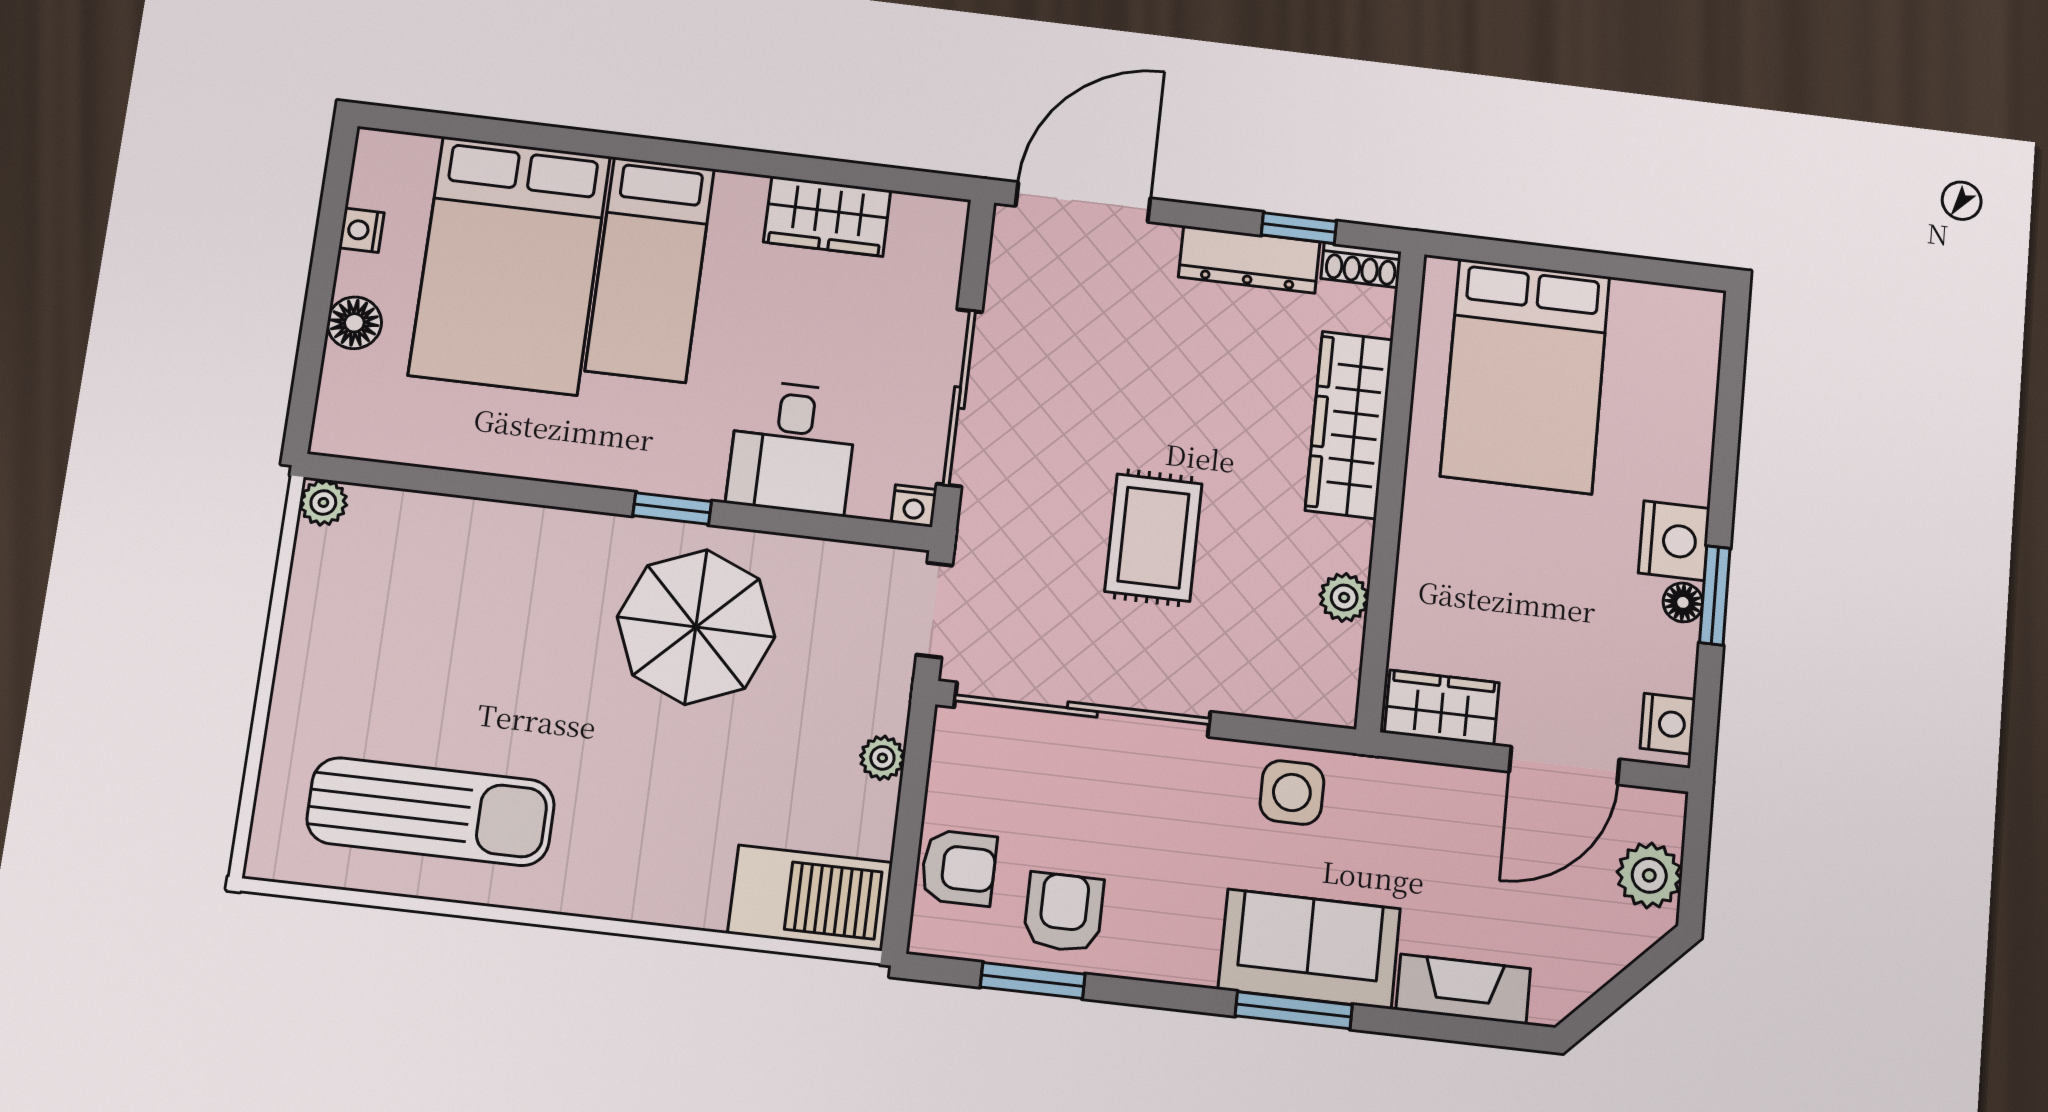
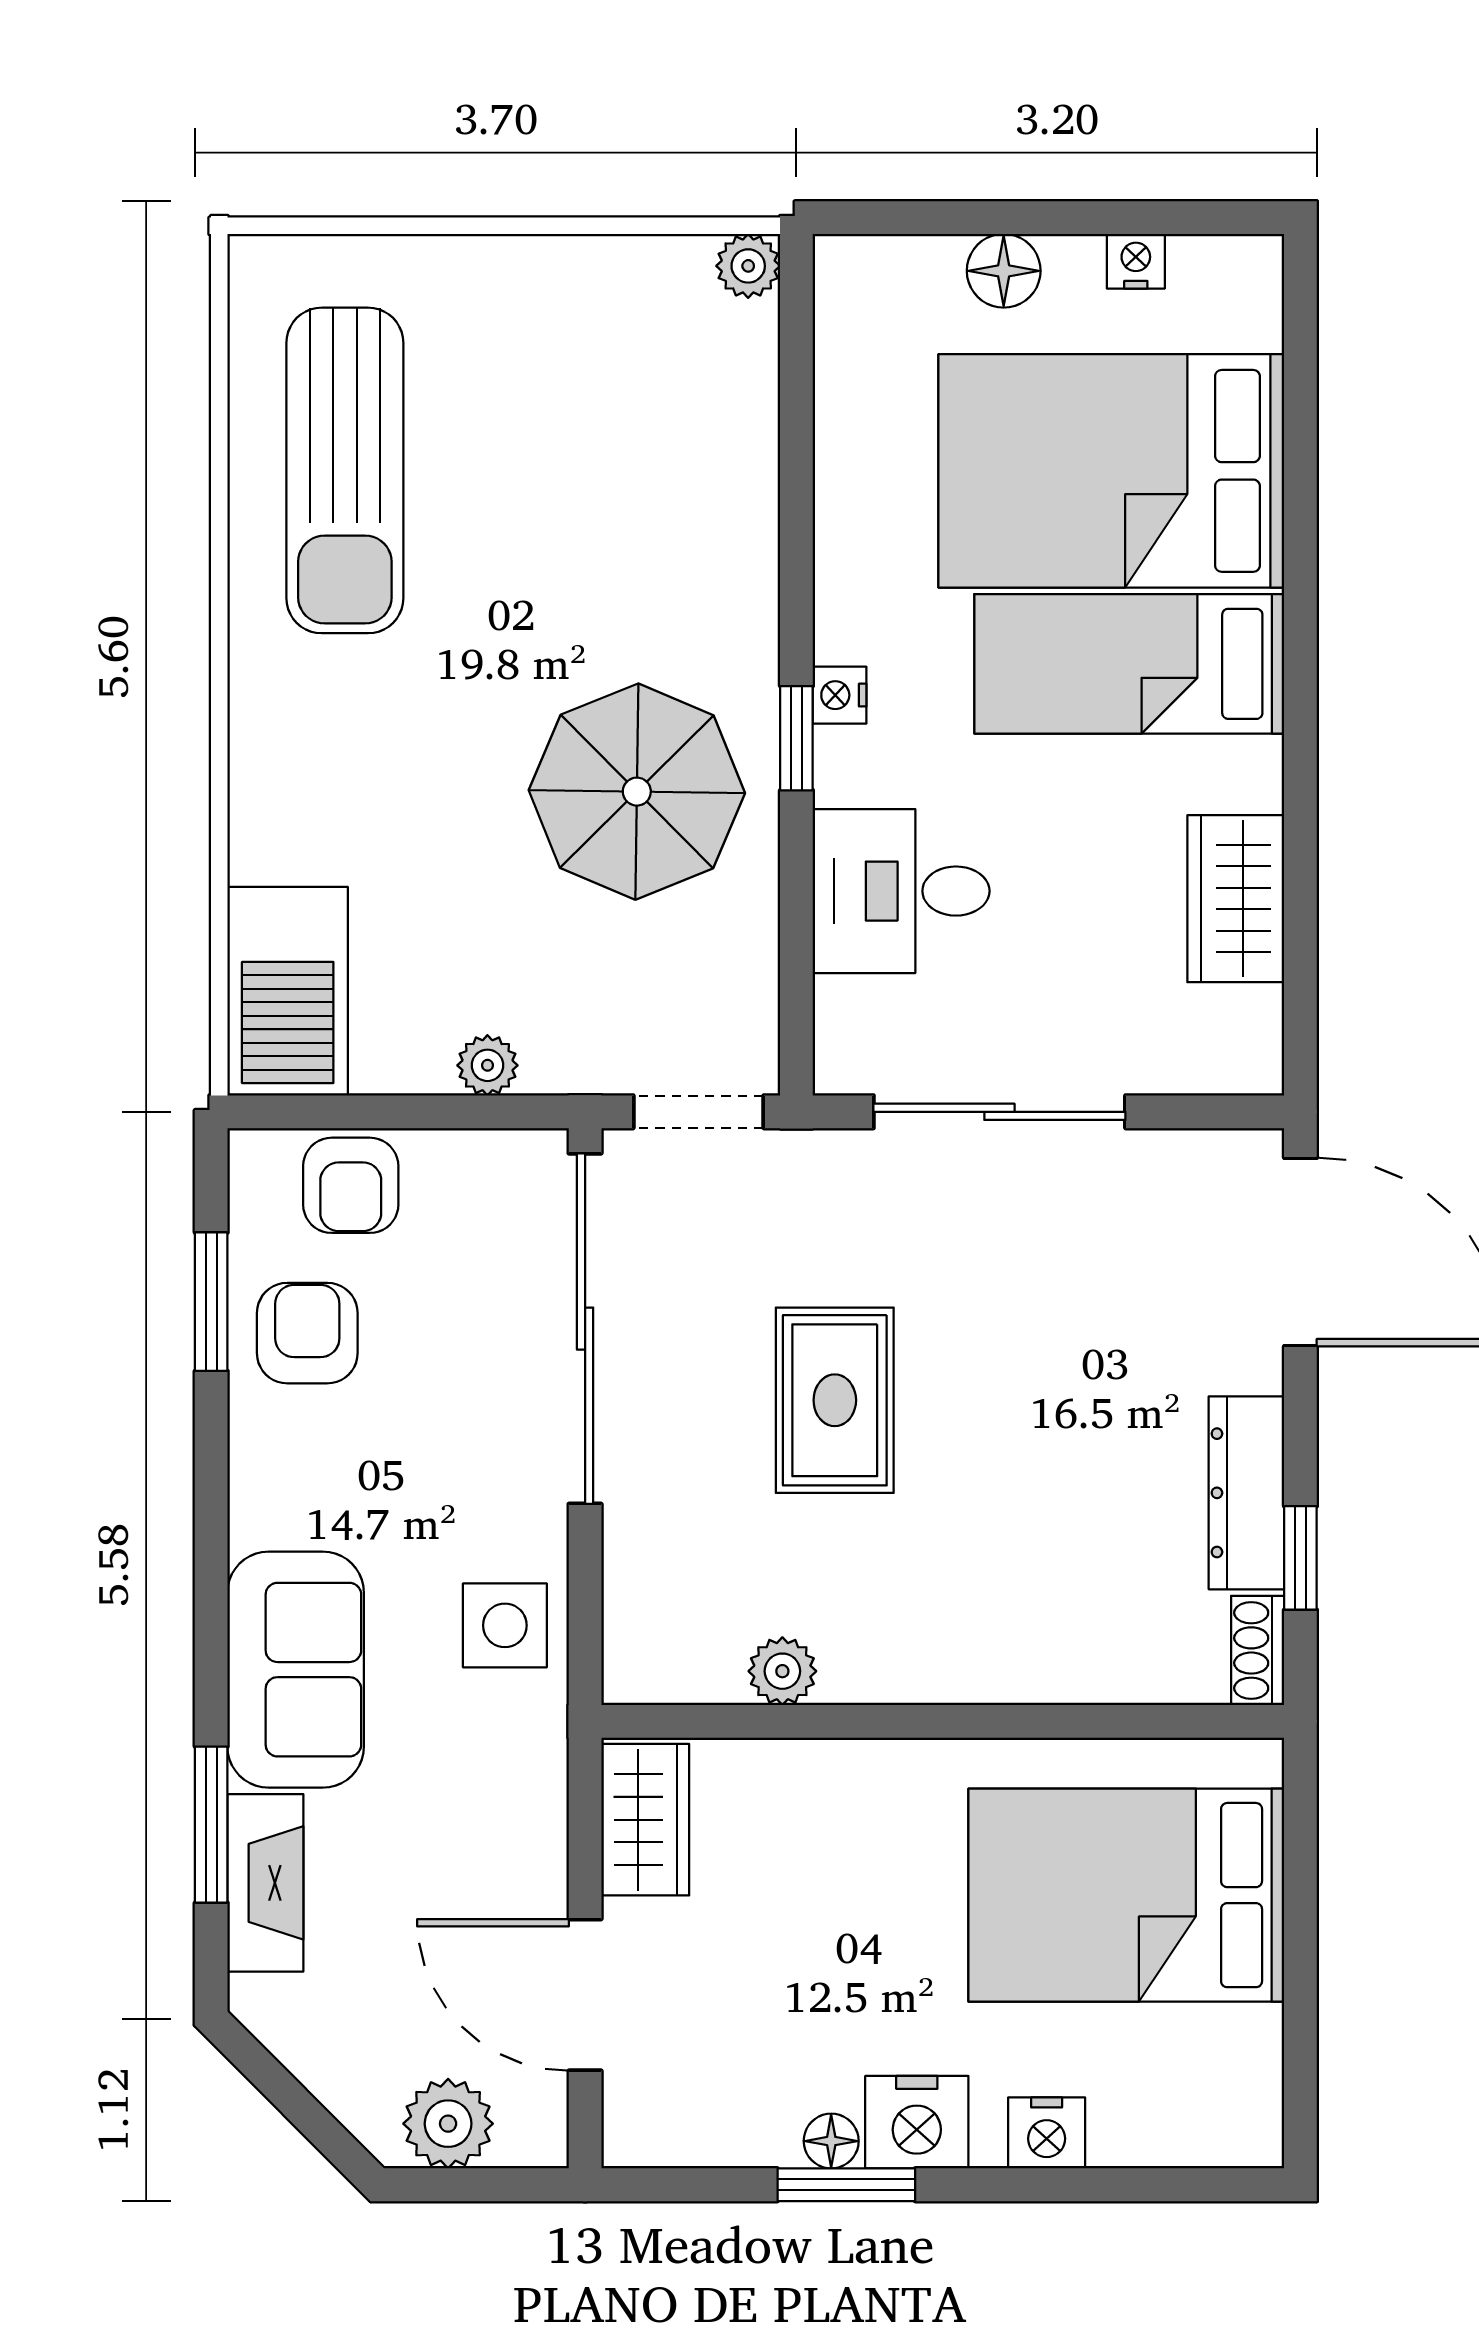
wardrobe: (1349, 425) -> (1026, 1655), removed
nightstand: (914, 506) -> (840, 695), moved
rug: (1153, 538) -> (835, 1400), turned 90
nightstand: (1668, 724) -> (1047, 2133), moved
armchair: (1064, 912) -> (307, 1333), turned -90
window: (1294, 1010) -> (211, 1825), moved

